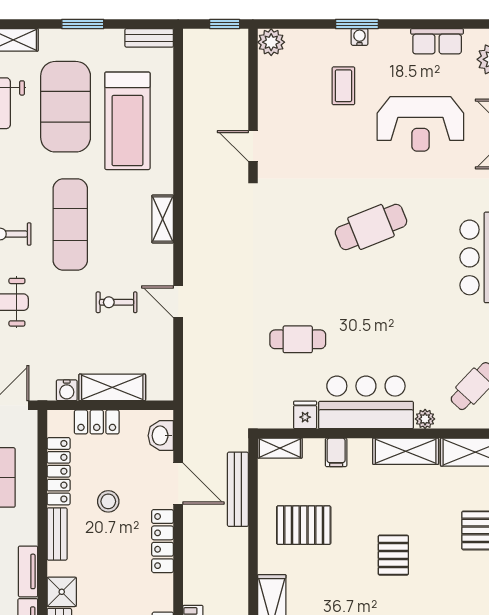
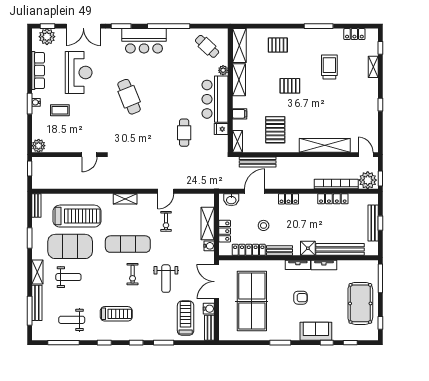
row of seats: (437, 41) -> (38, 71), width x1.48
locker: (163, 541) -> (289, 199), width x0.66

